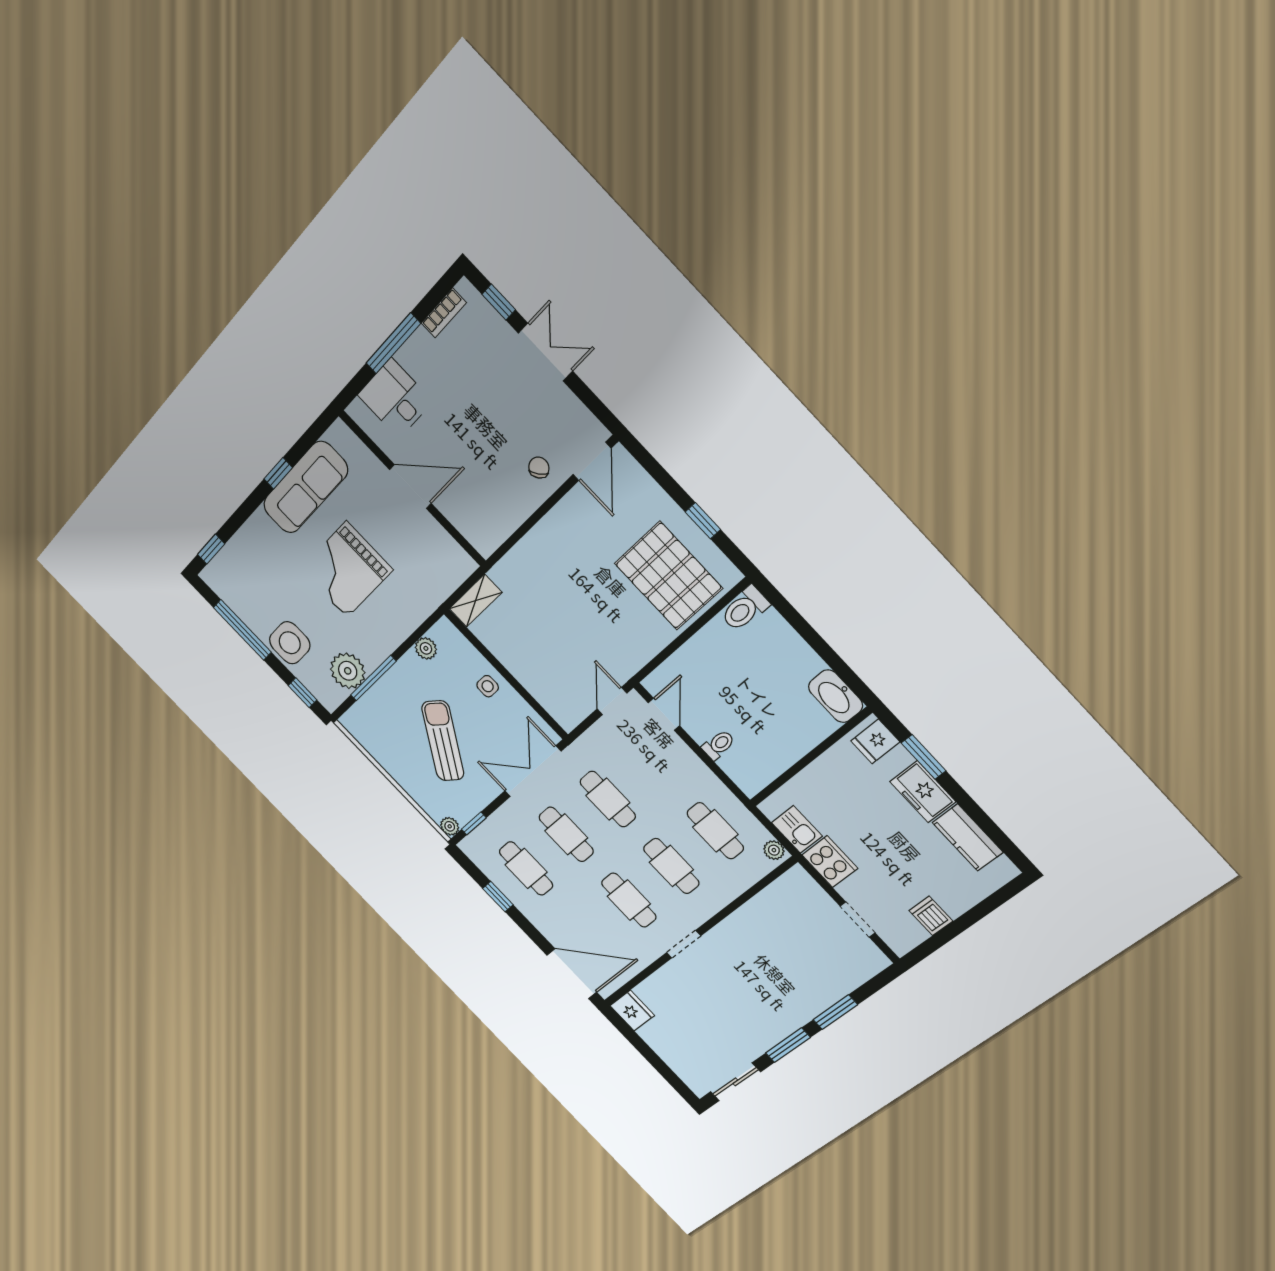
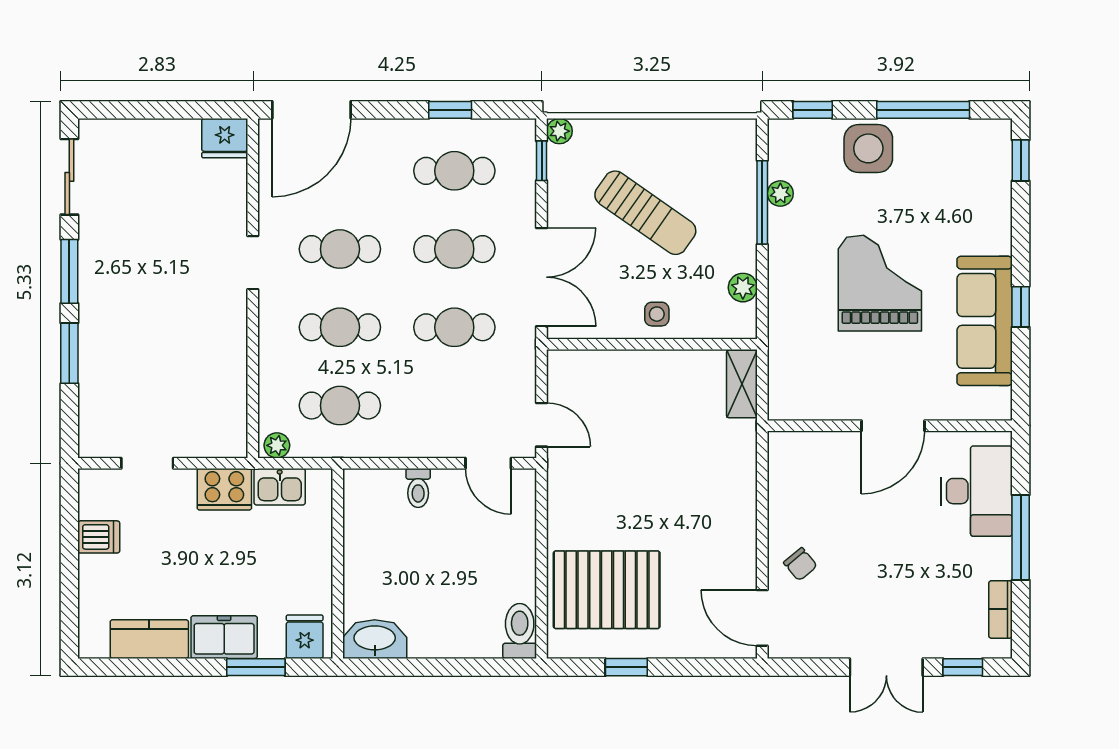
desk: (395, 398) -> (976, 491), width x1.37
plant: (348, 671) -> (780, 193), width x0.53, depth x0.53

